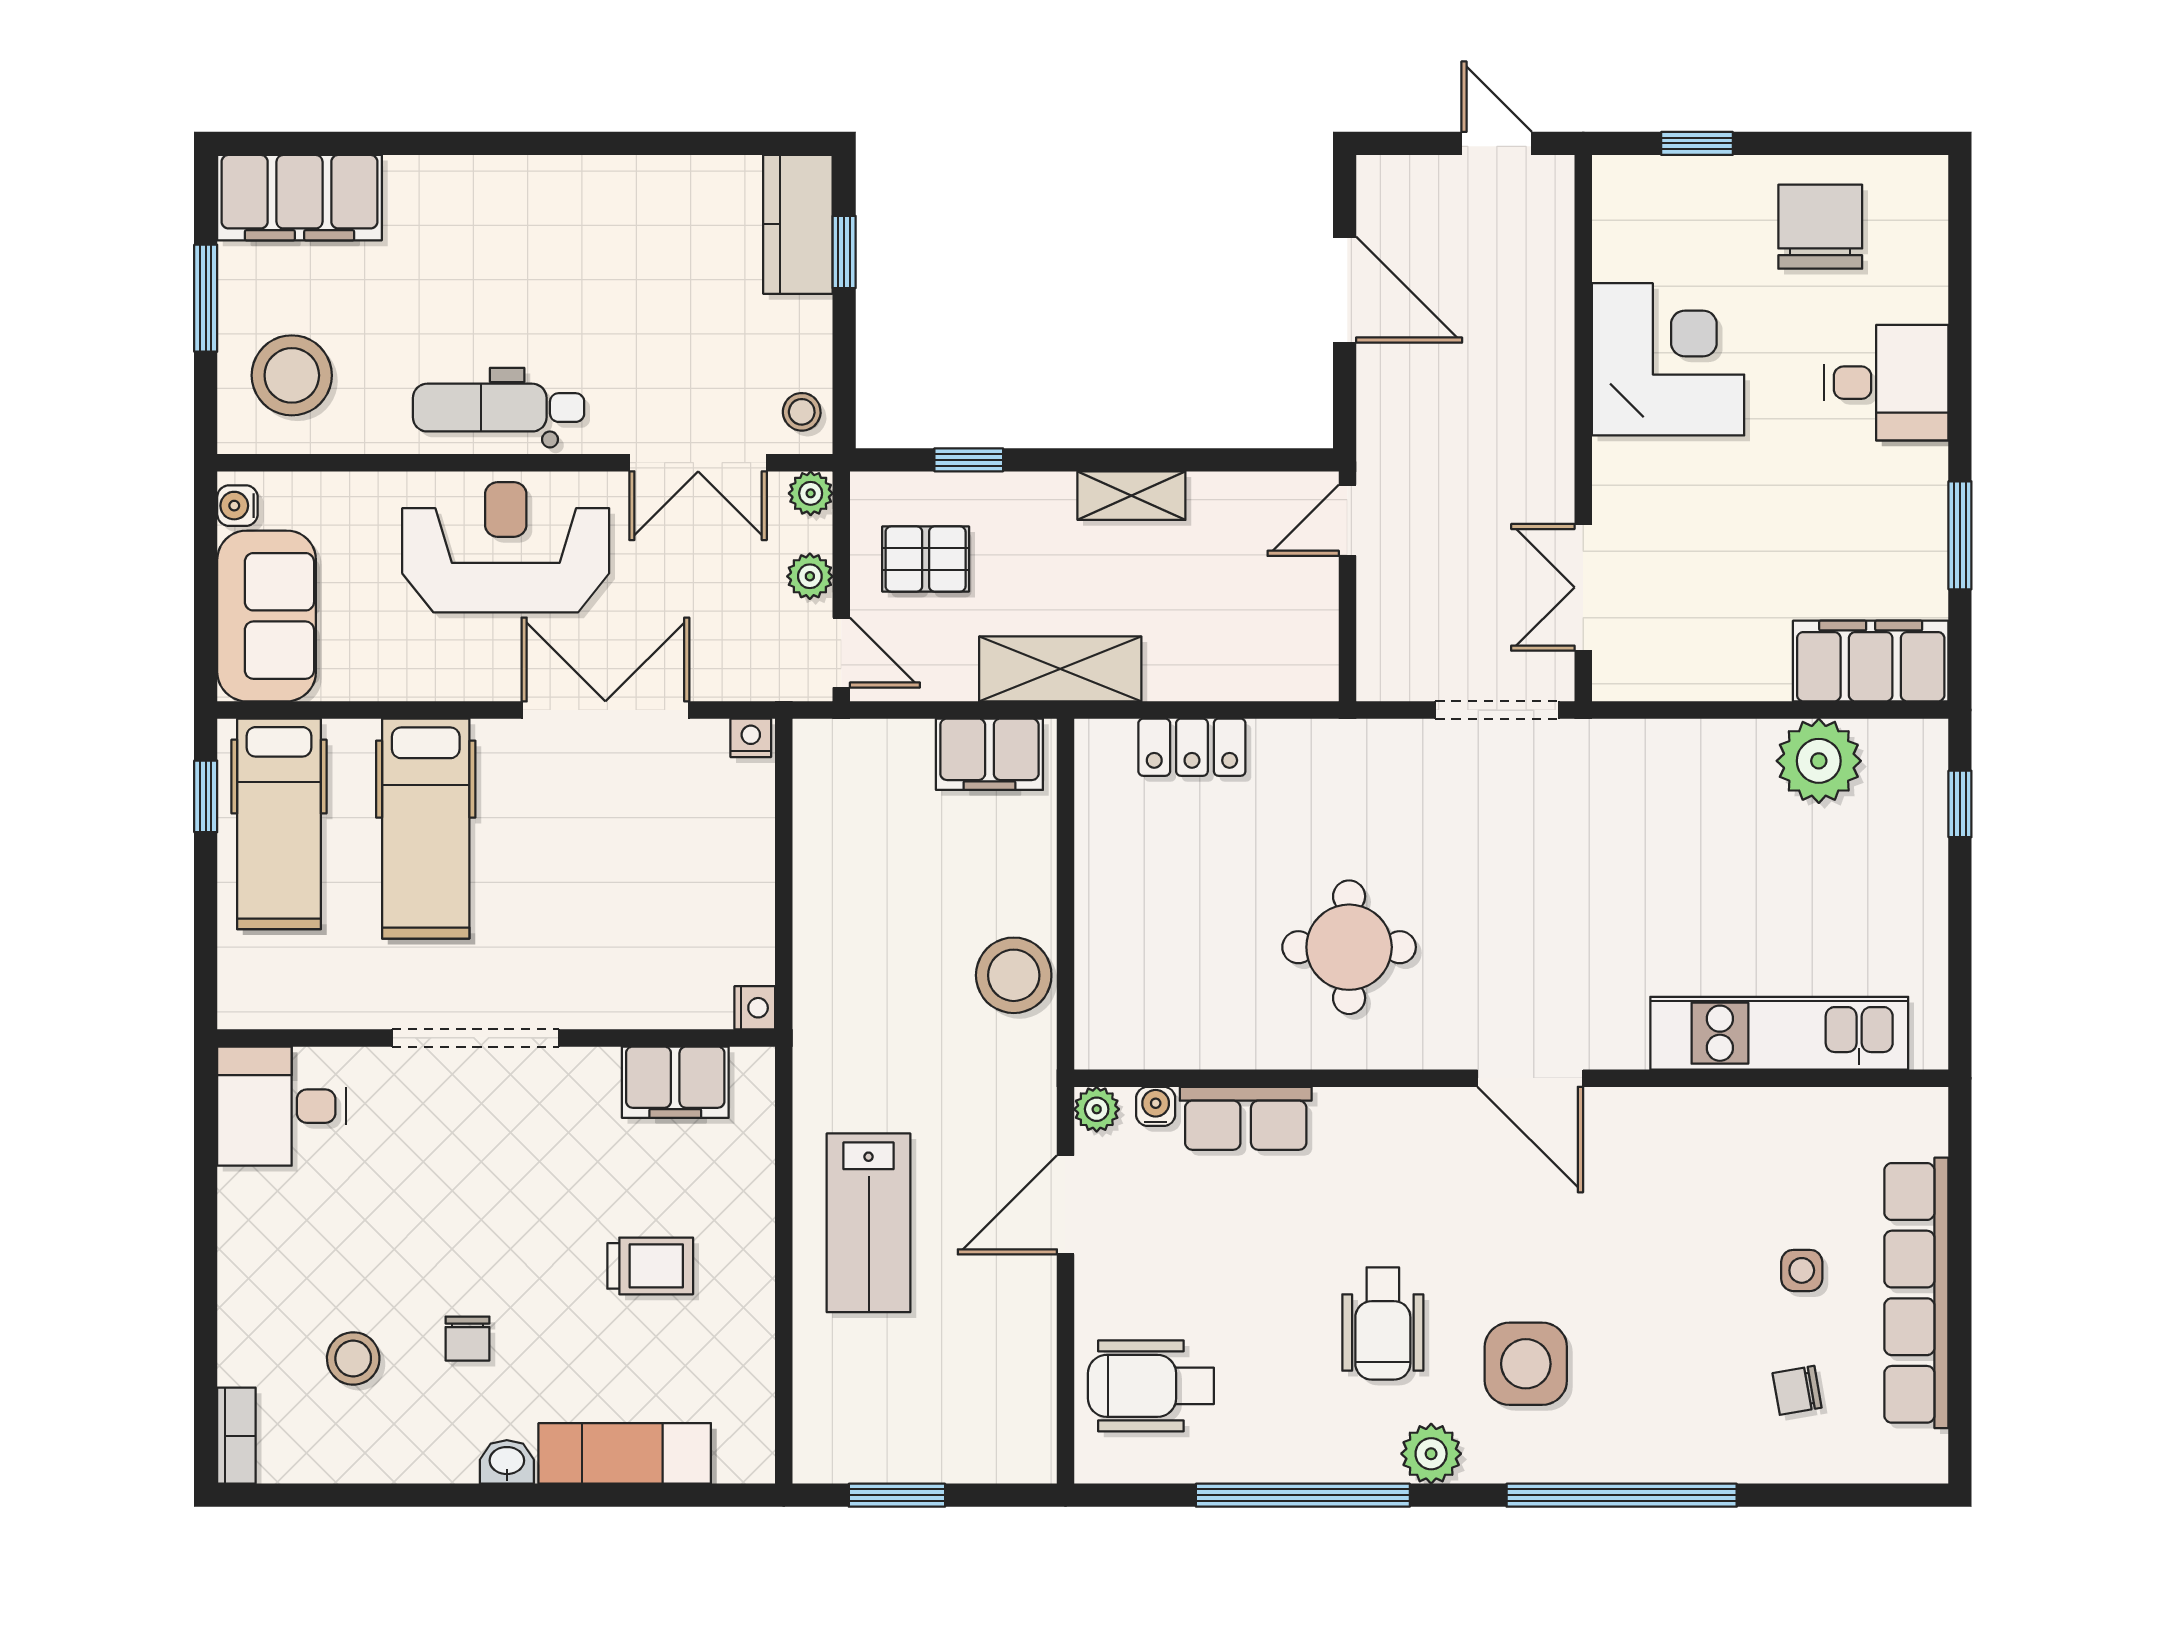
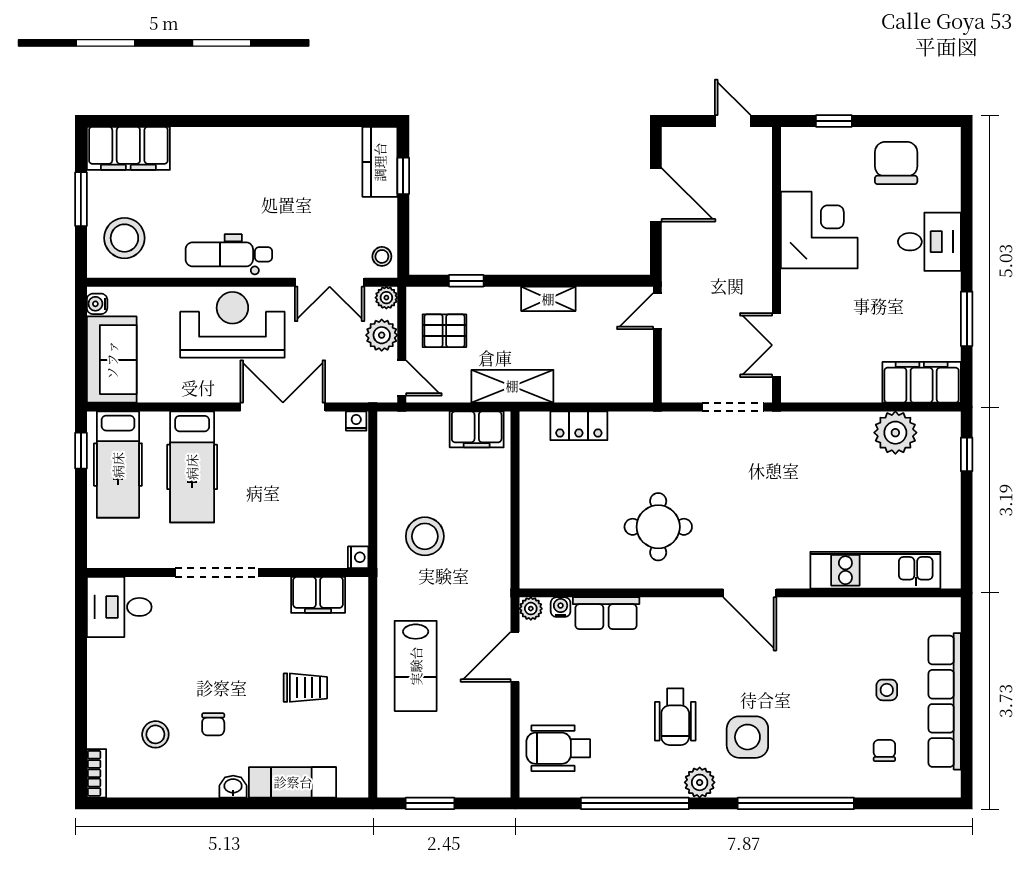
plant: (810, 576) -> (382, 335), width x1.38, depth x1.38
stool: (1014, 975) -> (425, 536), moved
chair: (1797, 1390) -> (884, 750), turned 100

